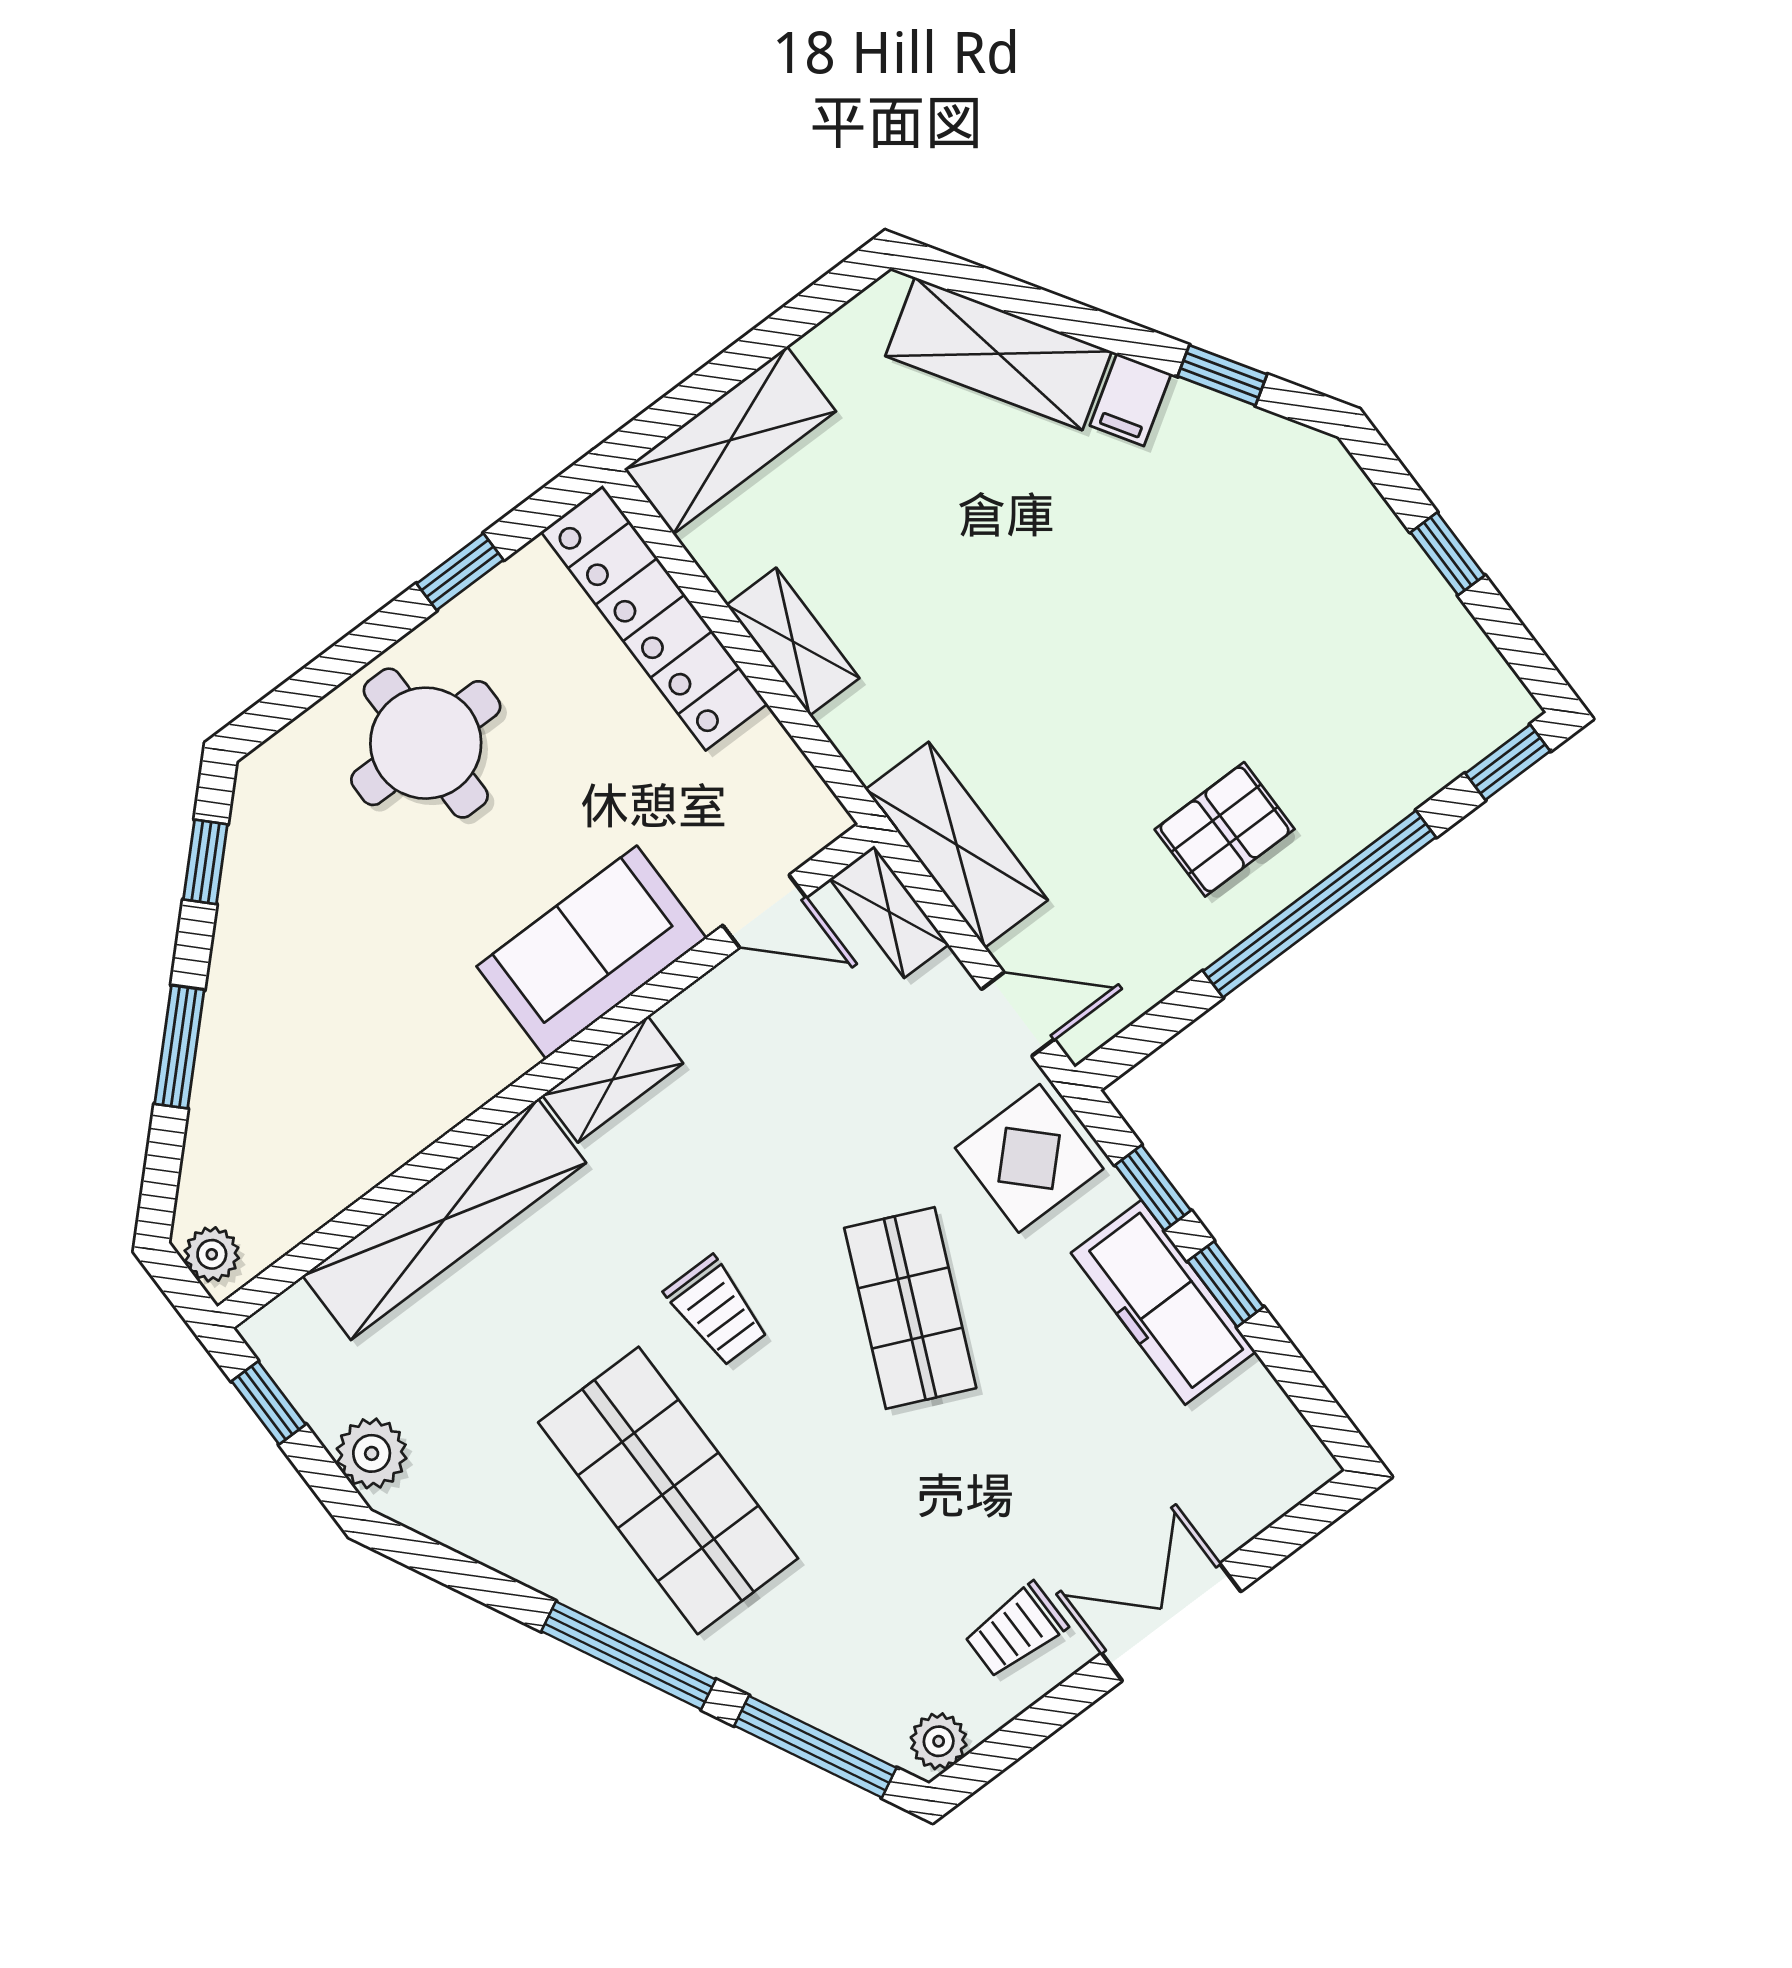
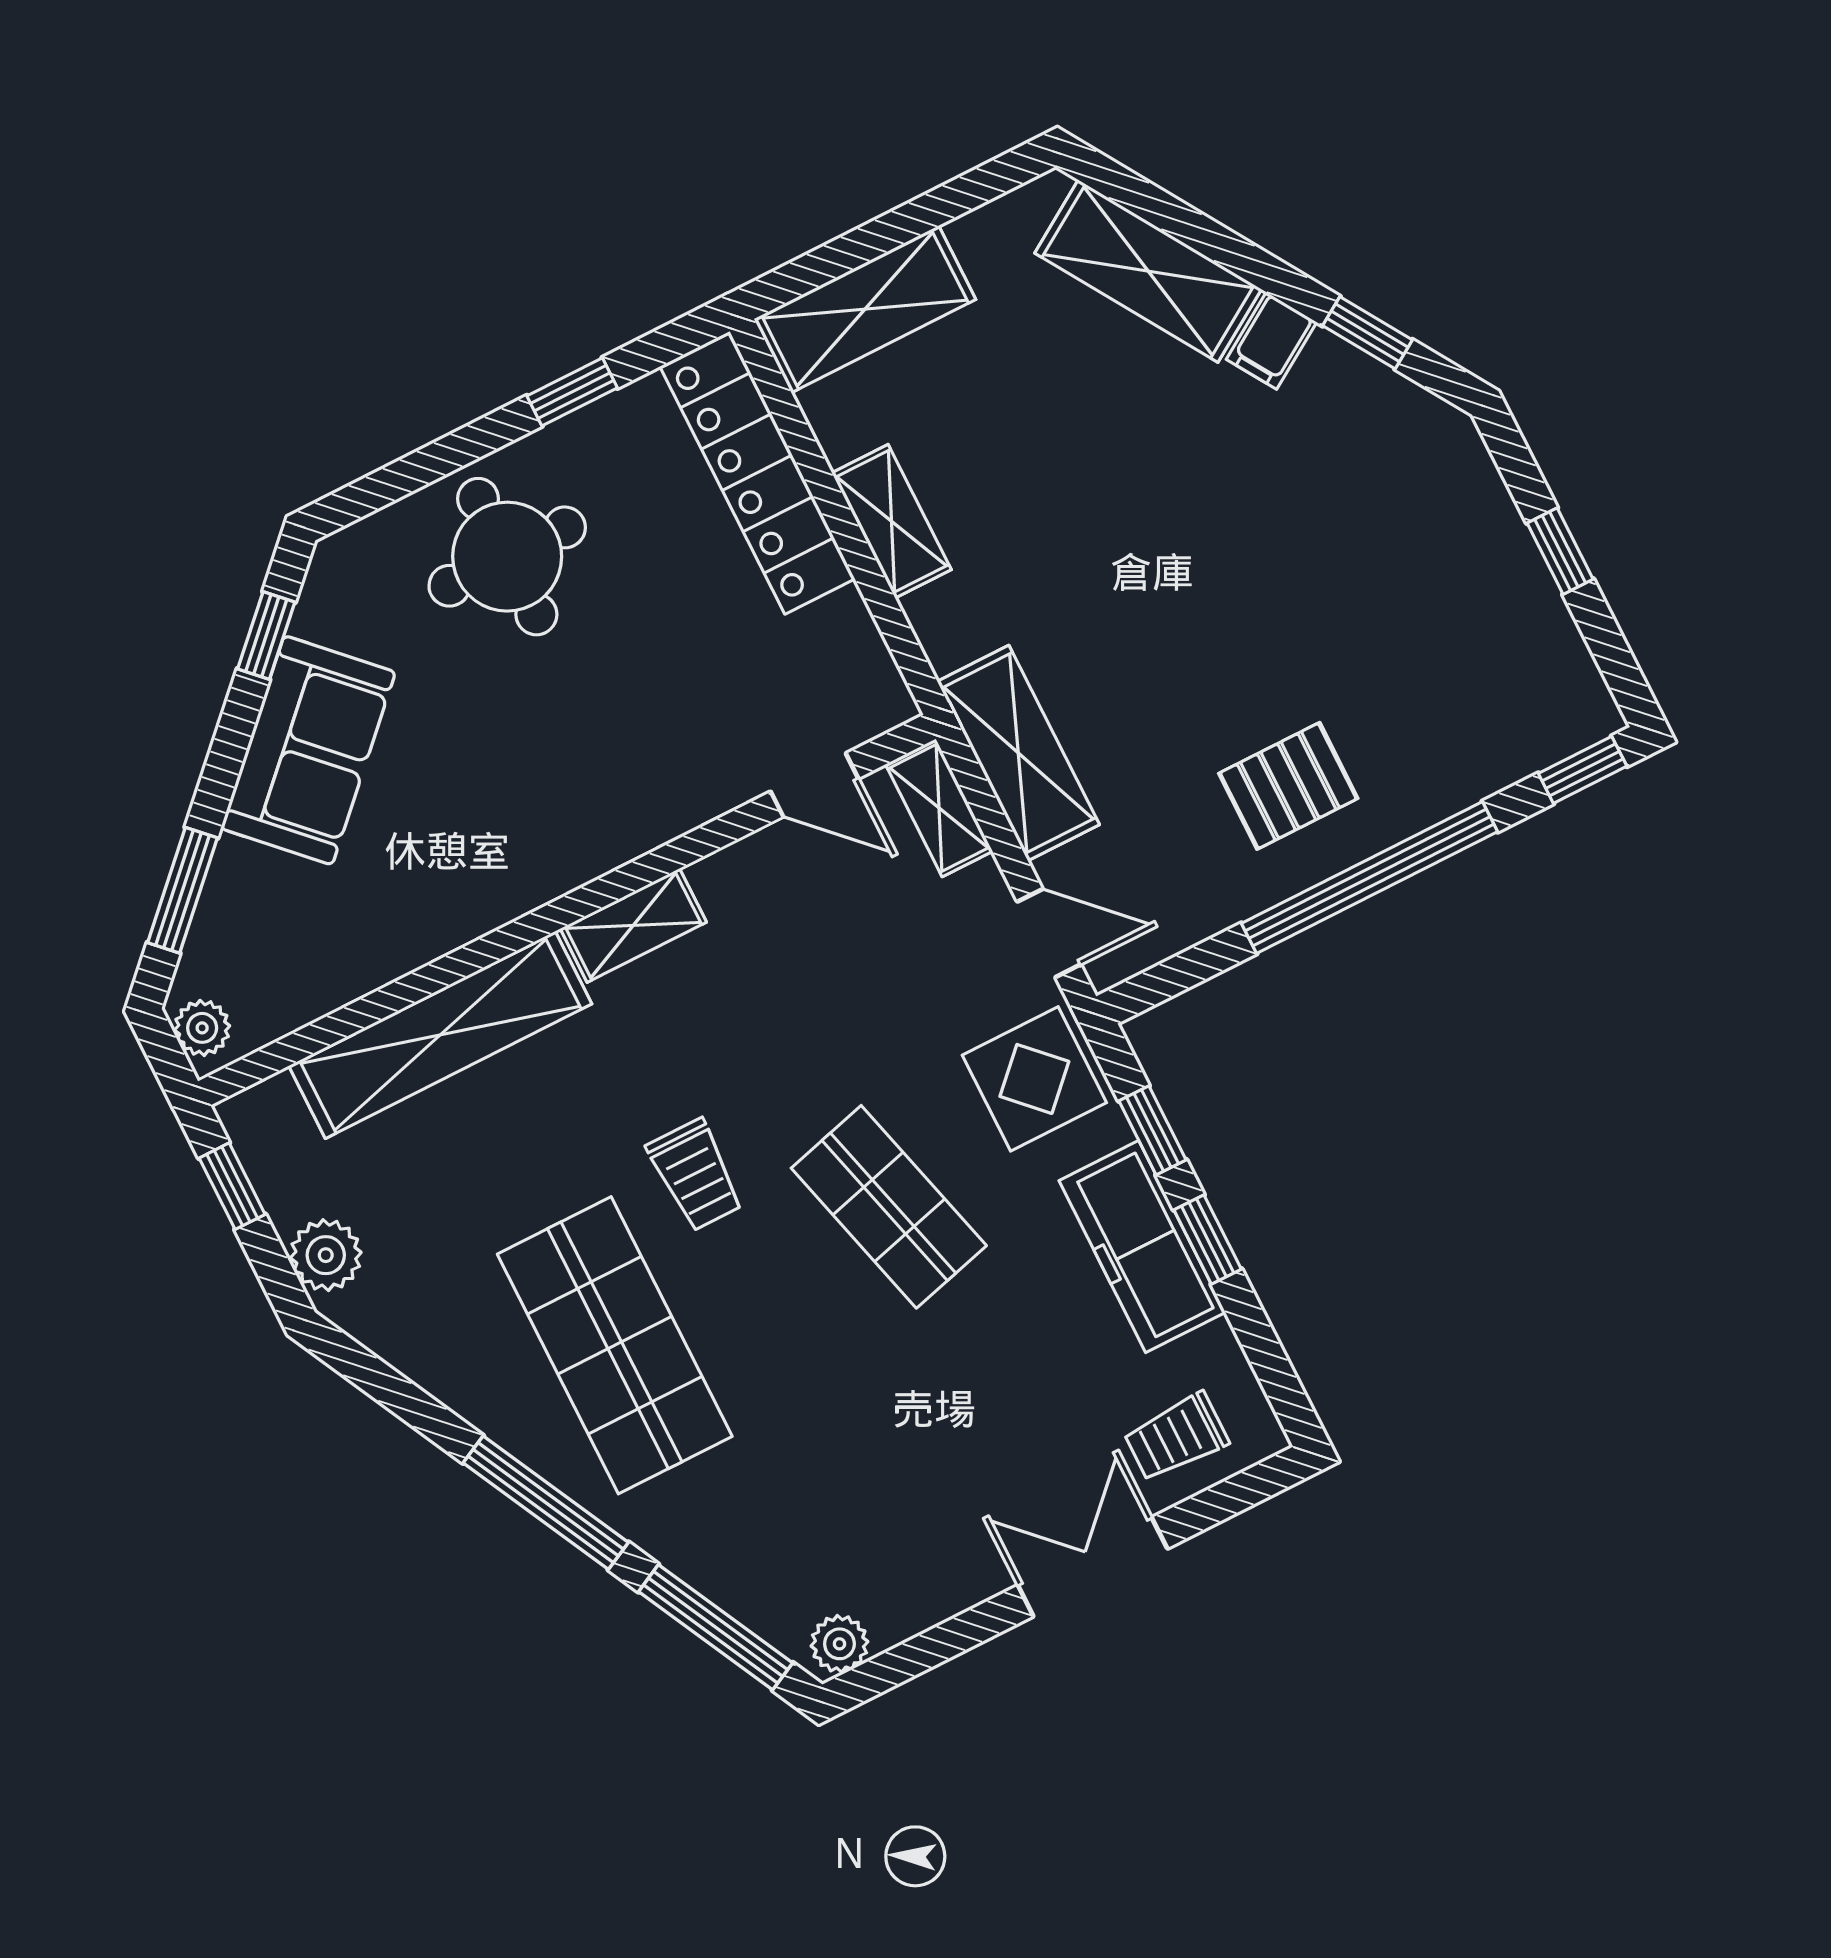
sofa: (591, 952) -> (308, 750), moved, turned 135
window: (179, 1047) -> (182, 890), moved
shop shelf: (910, 1308) -> (889, 1207), turned -39
trolley: (1016, 1630) -> (1176, 1437), moved

